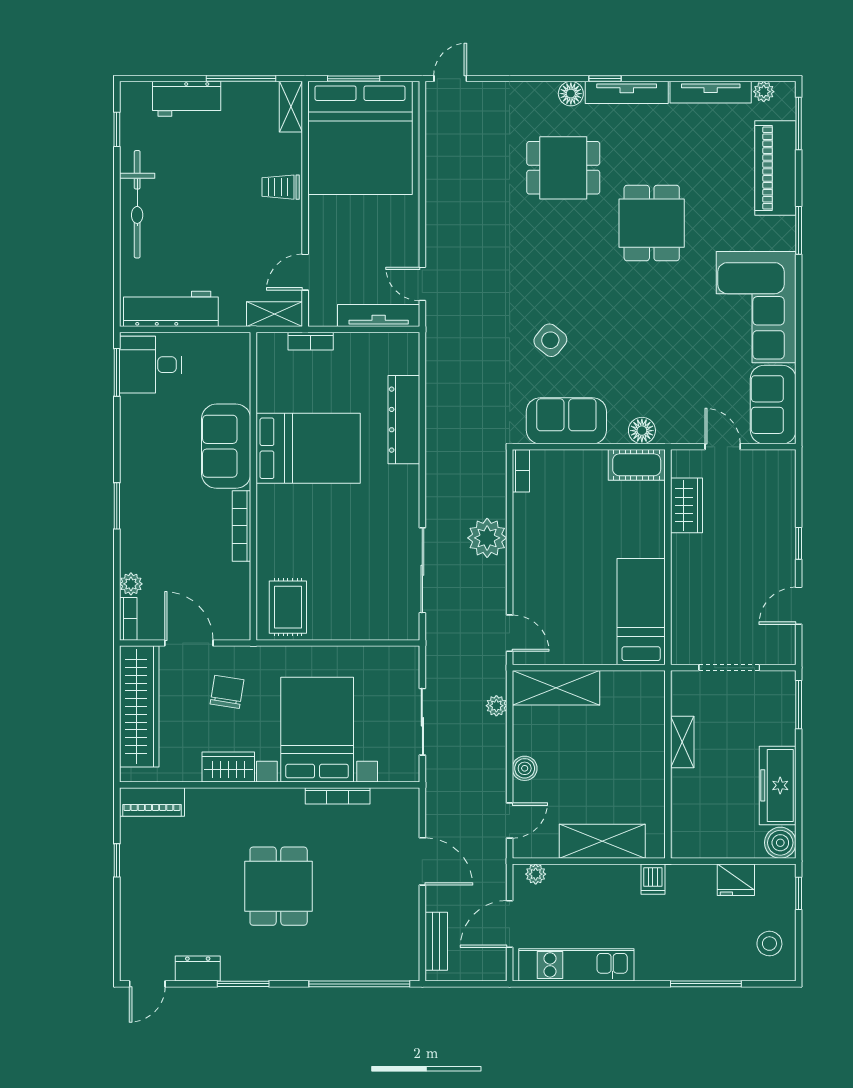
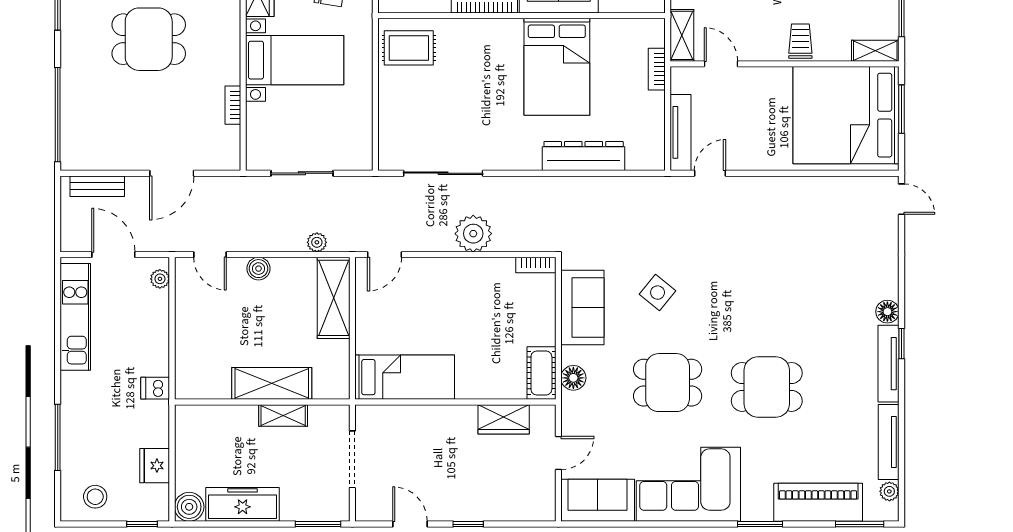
dining table: (563, 168) -> (668, 383), moved, turned 90
bed with nightstands: (317, 730) -> (295, 60), width x0.73
bookcase: (338, 796) -> (233, 105), width x0.64
shelving: (602, 841) -> (272, 383), moved, turned 90

